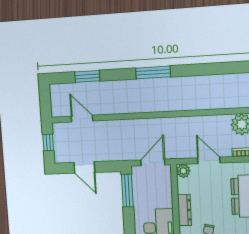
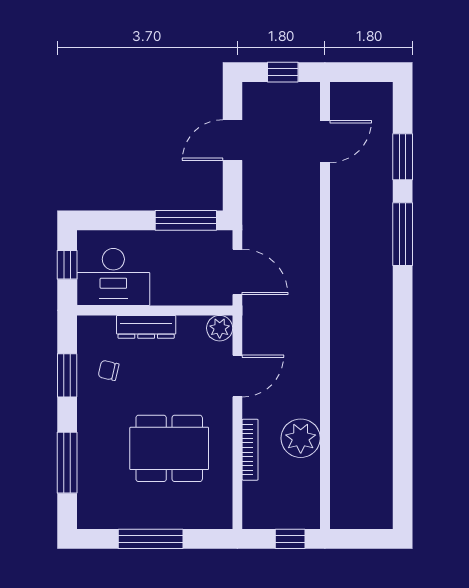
window: (153, 72) -> (403, 234), moved

